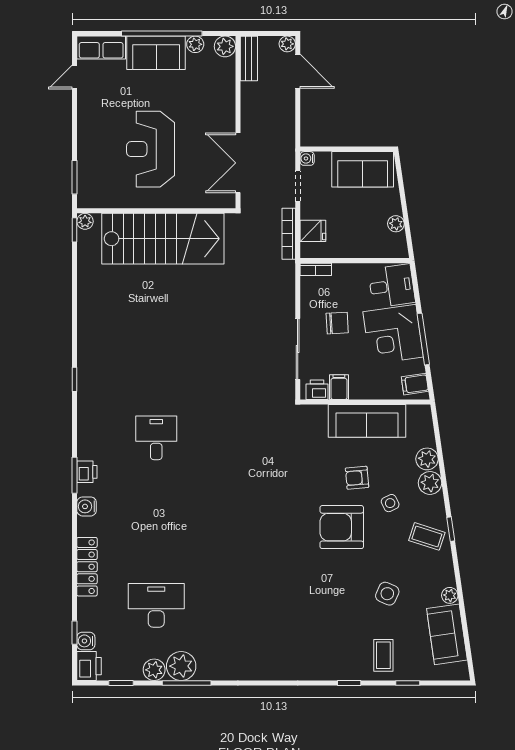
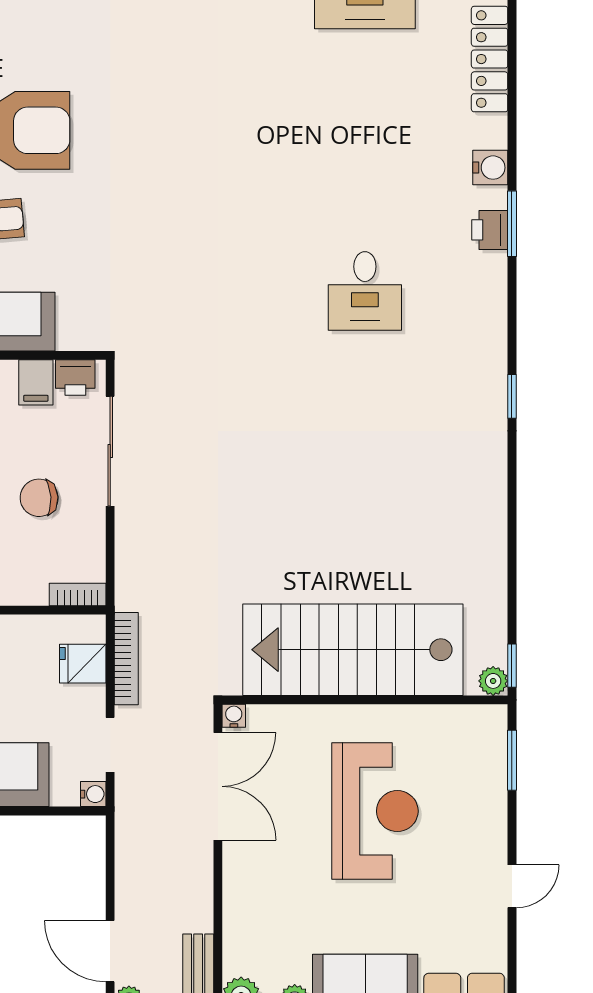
door: (75, 77) -> (512, 886), moved
water cooler: (229, 202) -> (234, 716), added

